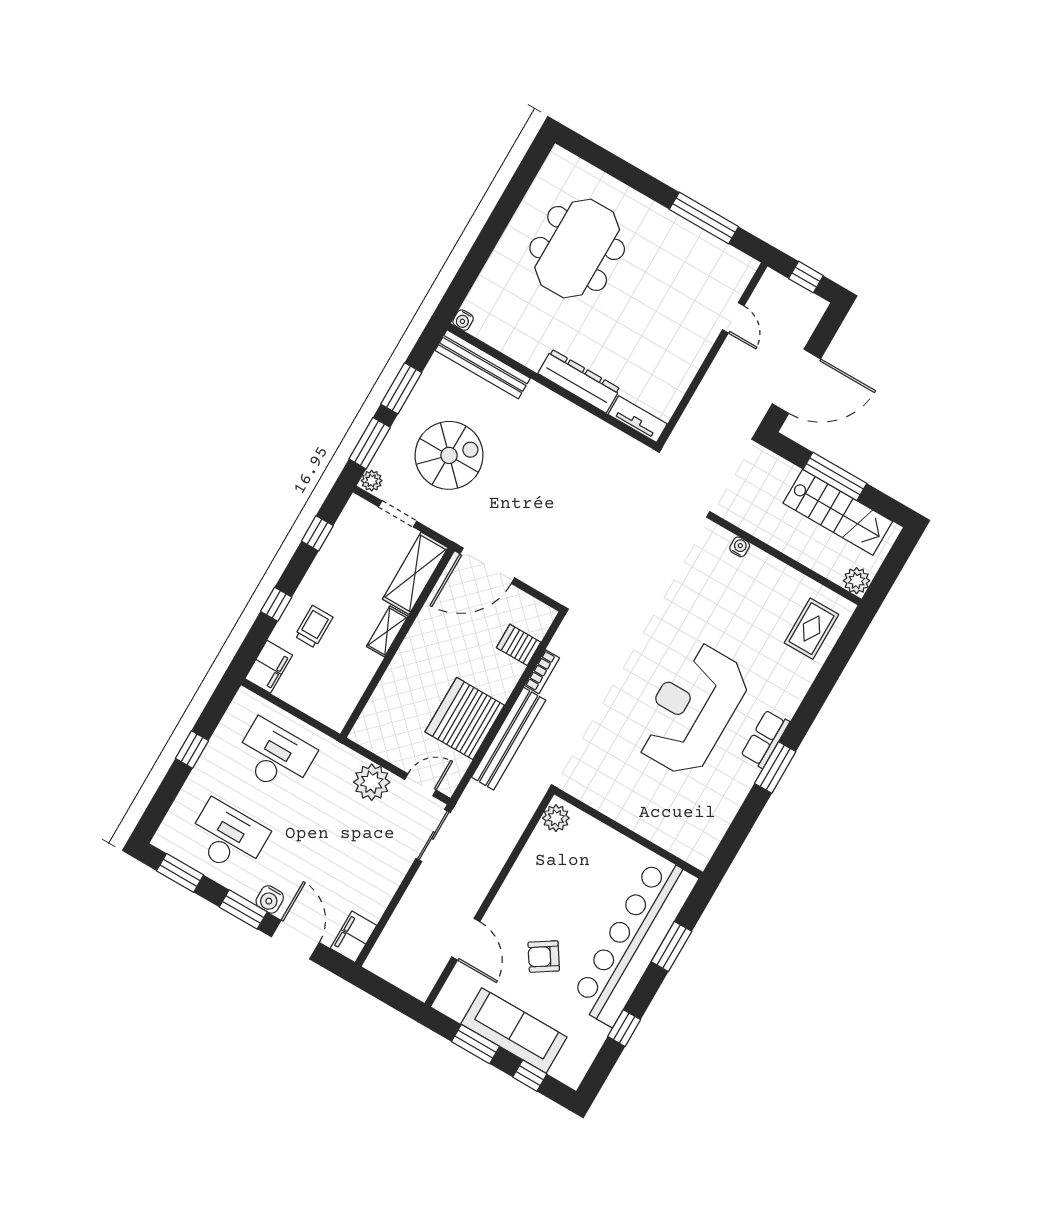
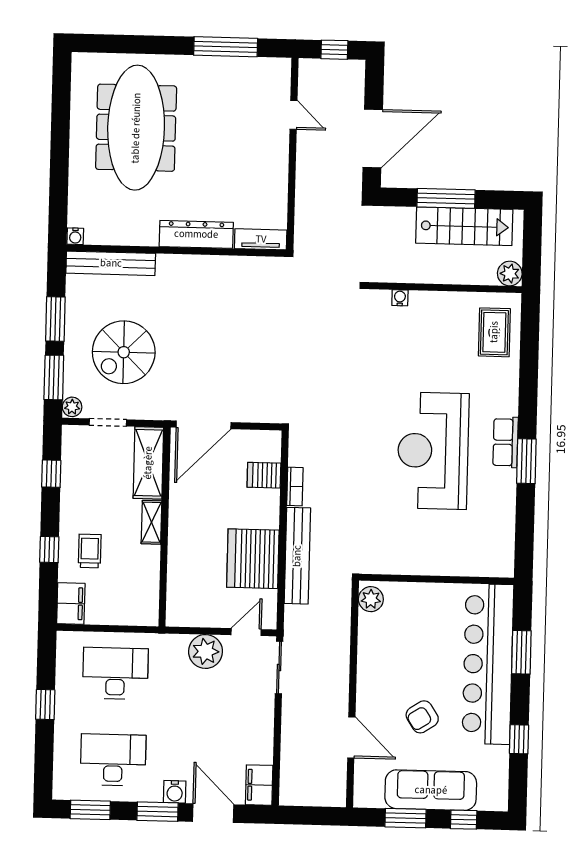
meeting table: (577, 248) -> (136, 128), width x1.36
spiral stairs: (449, 455) -> (124, 352), turned 180

